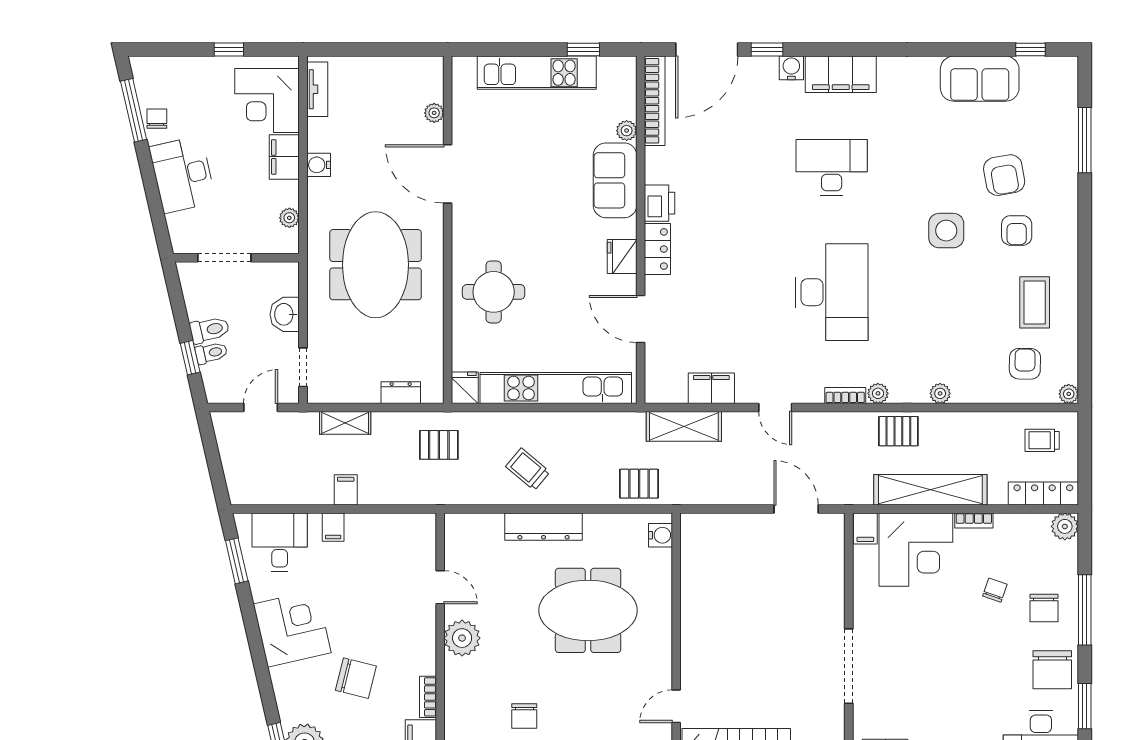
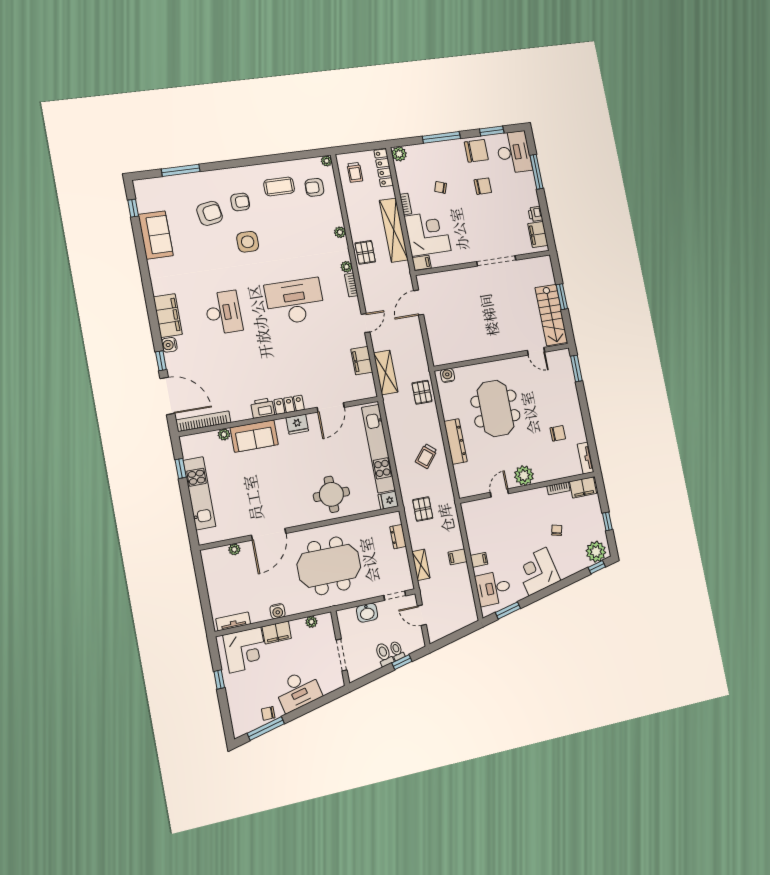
desk: (832, 167) -> (223, 312), turned 180
chair: (1044, 608) -> (483, 186), moved
chair: (356, 678) -> (557, 530), width x0.54, depth x0.54

